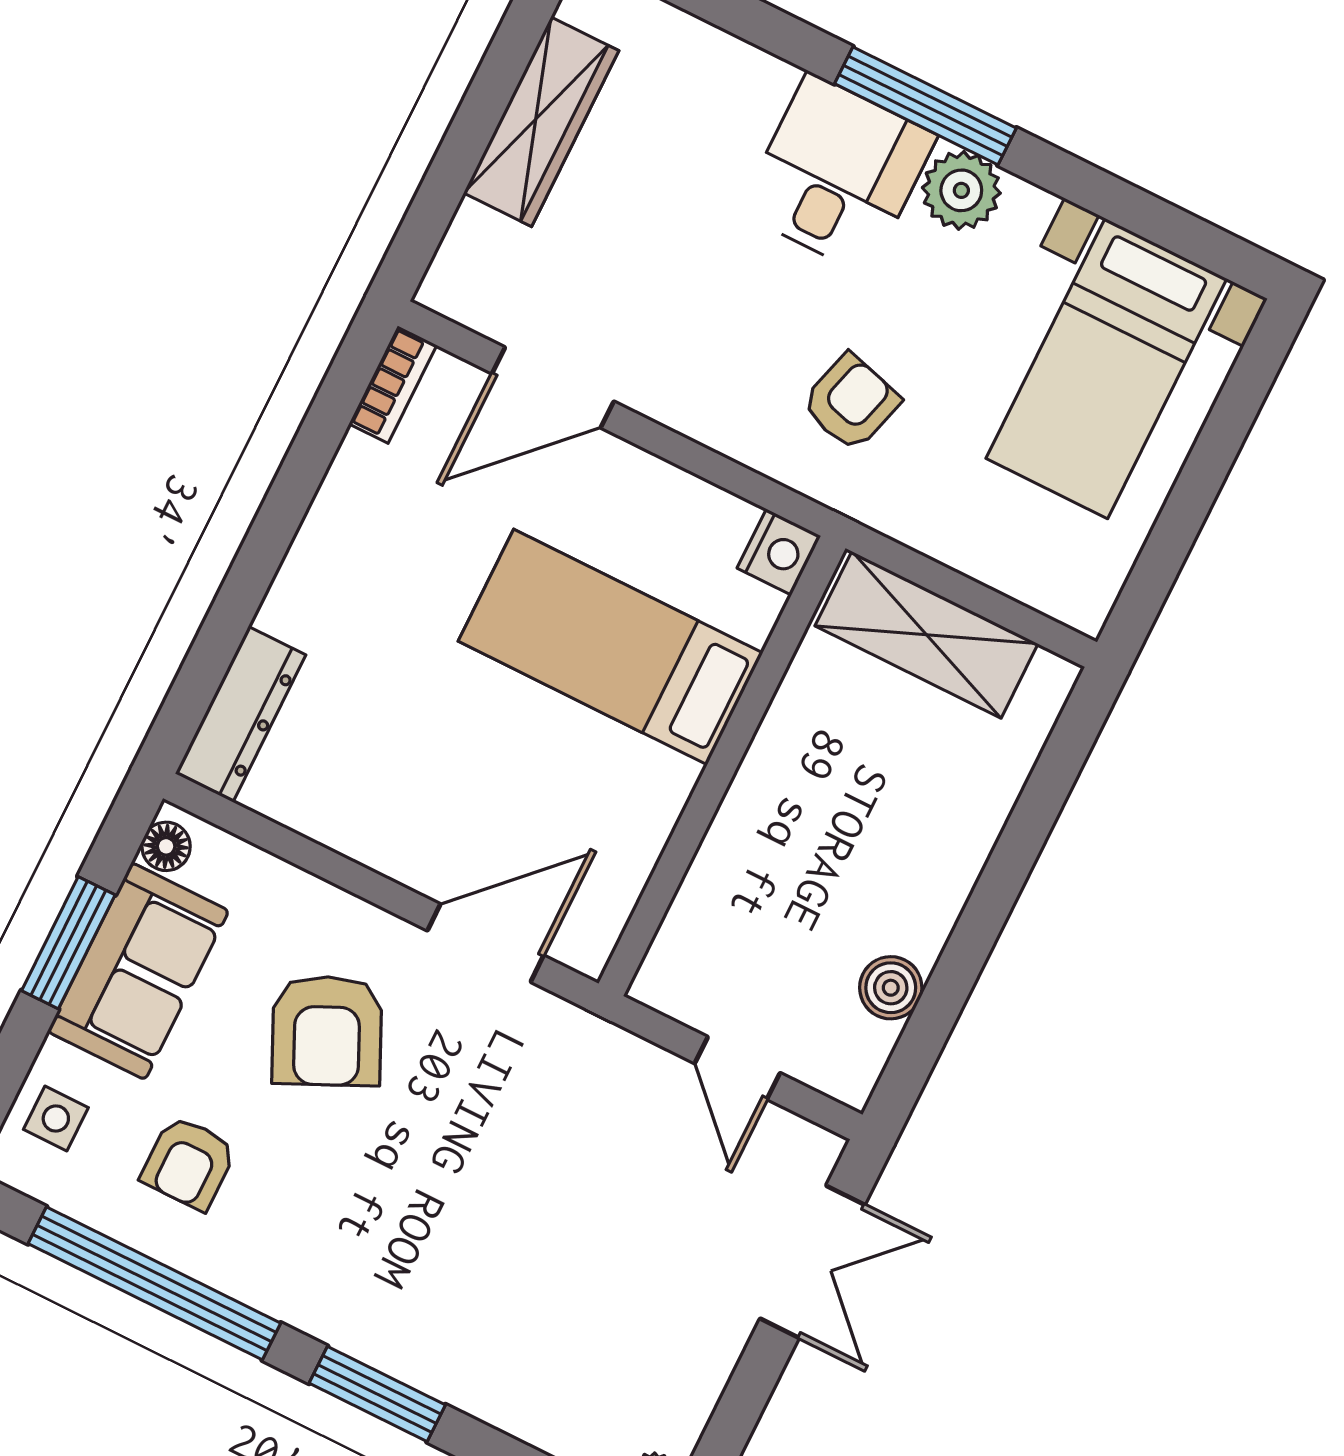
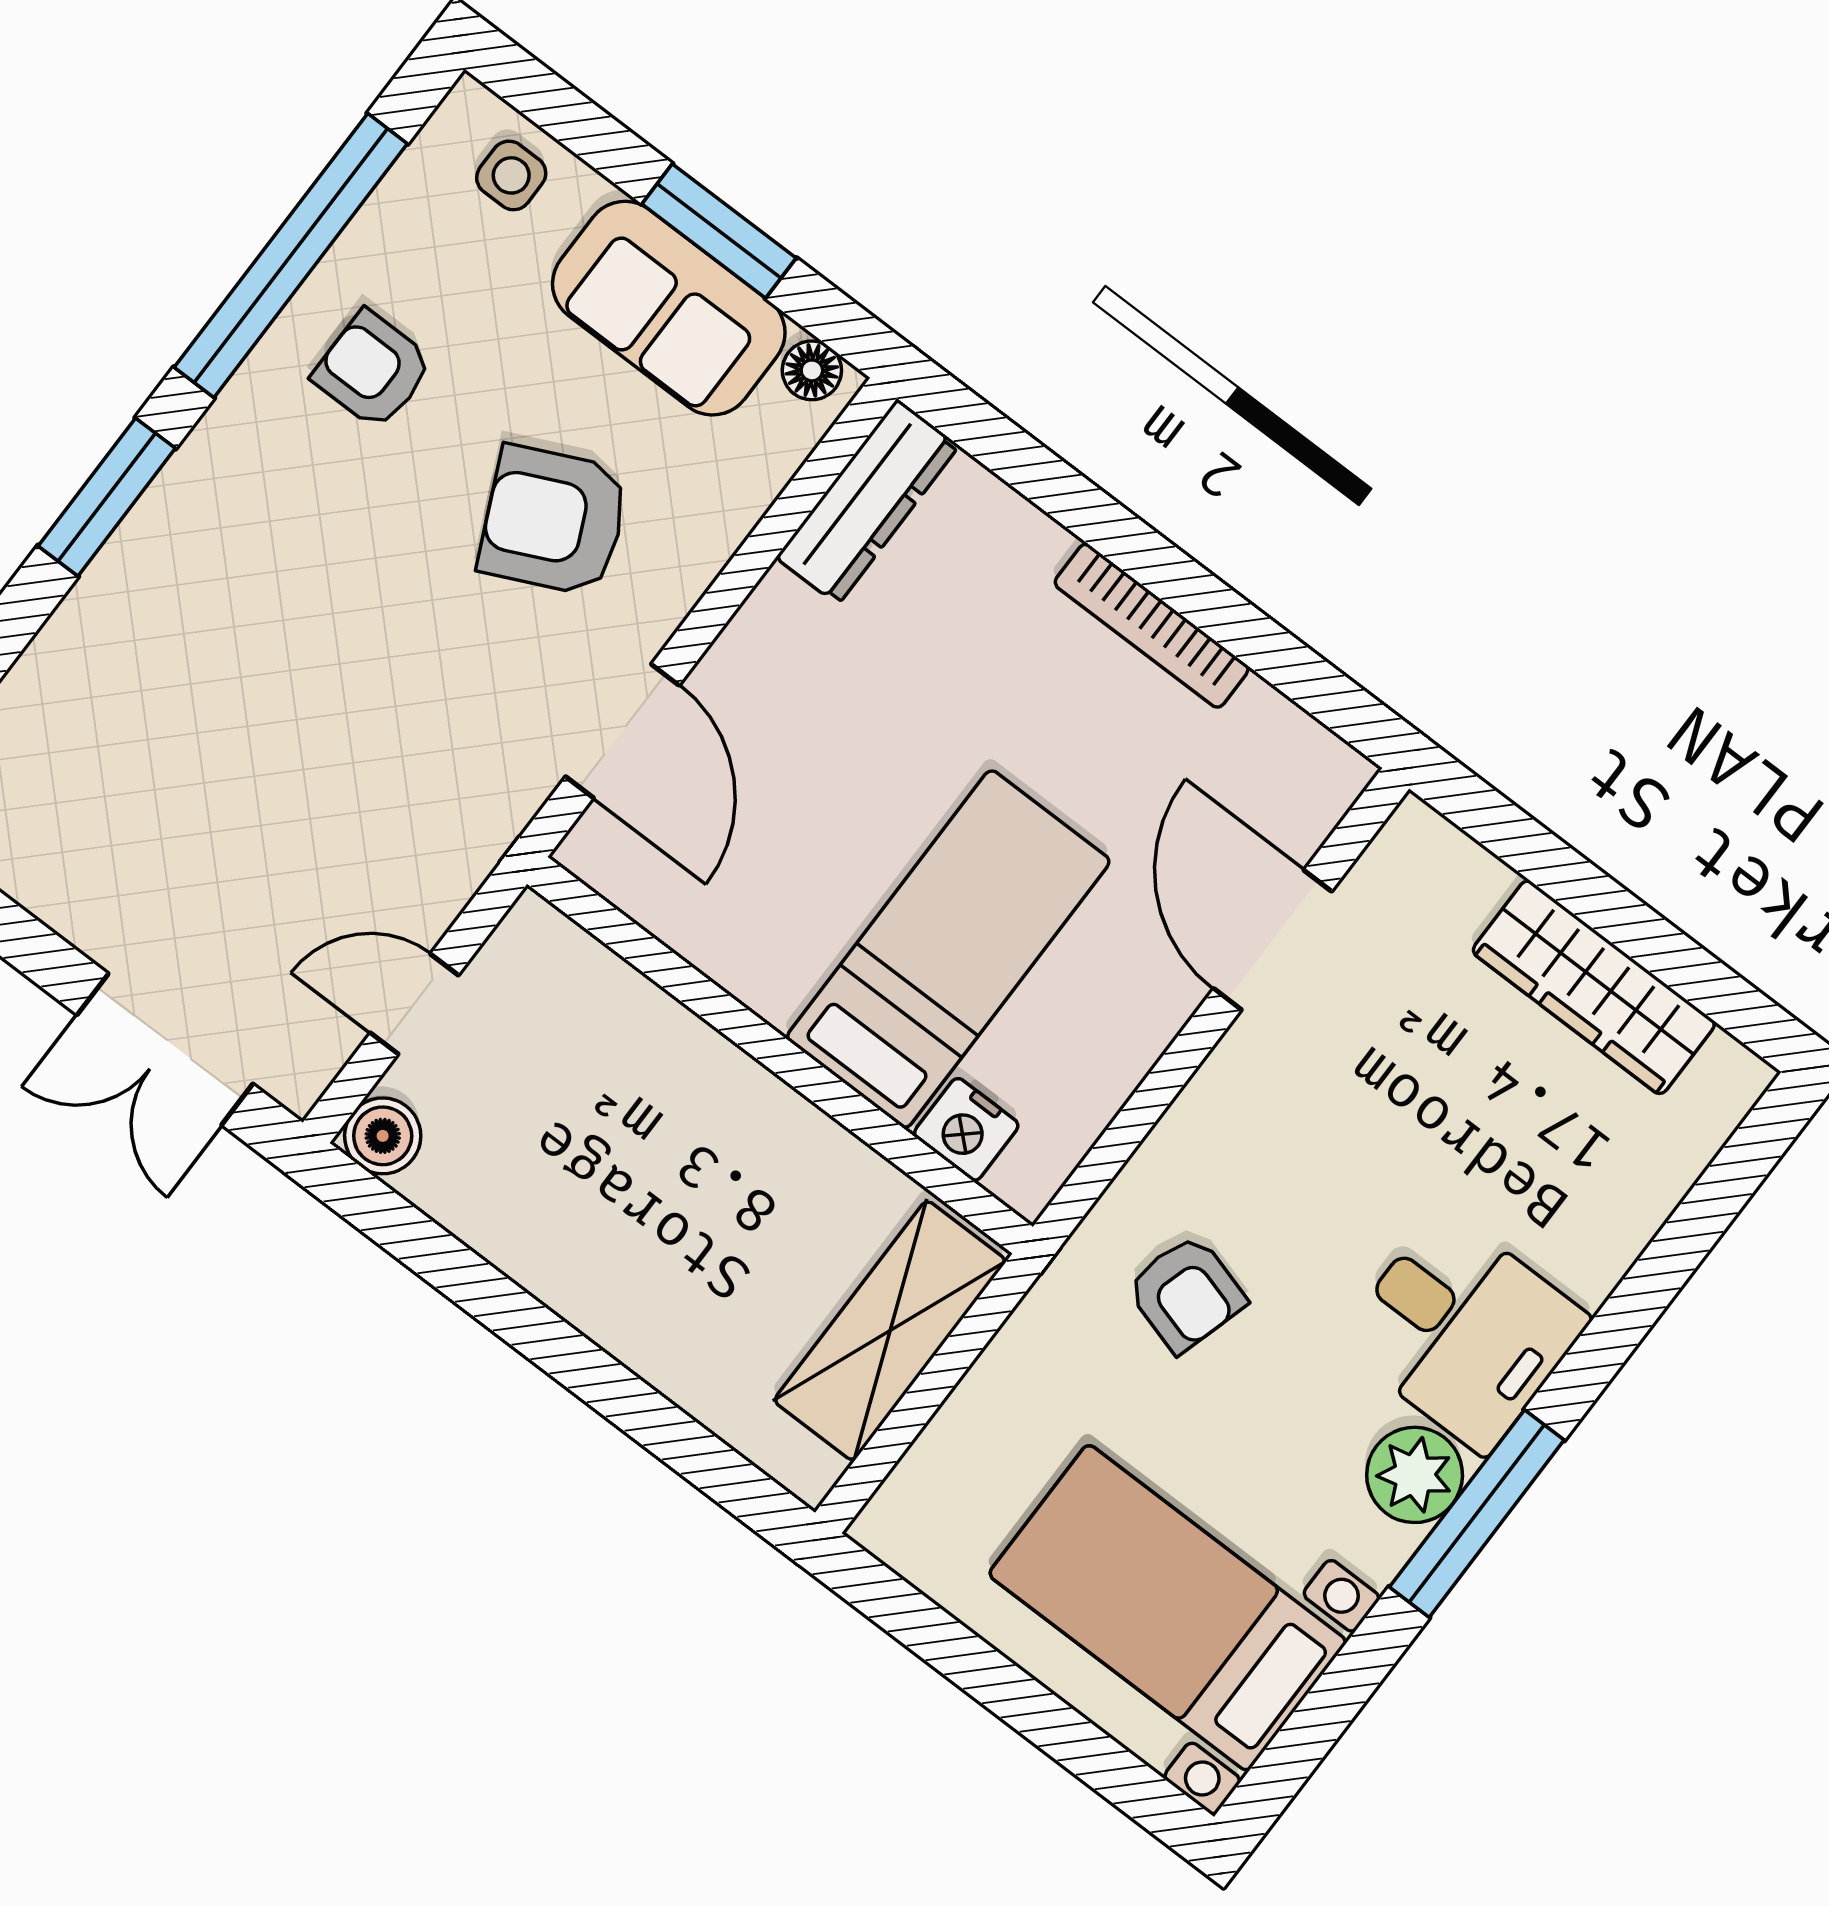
window: (925, 106) -> (1477, 1514), moved
bookcase: (393, 385) -> (1152, 626), moved, width x1.56
nightstand: (779, 552) -> (966, 1129), moved
dresser: (241, 714) -> (867, 502), moved, turned -90
boiler: (891, 988) -> (383, 1136), moved
armchair: (189, 1163) -> (373, 370), moved

